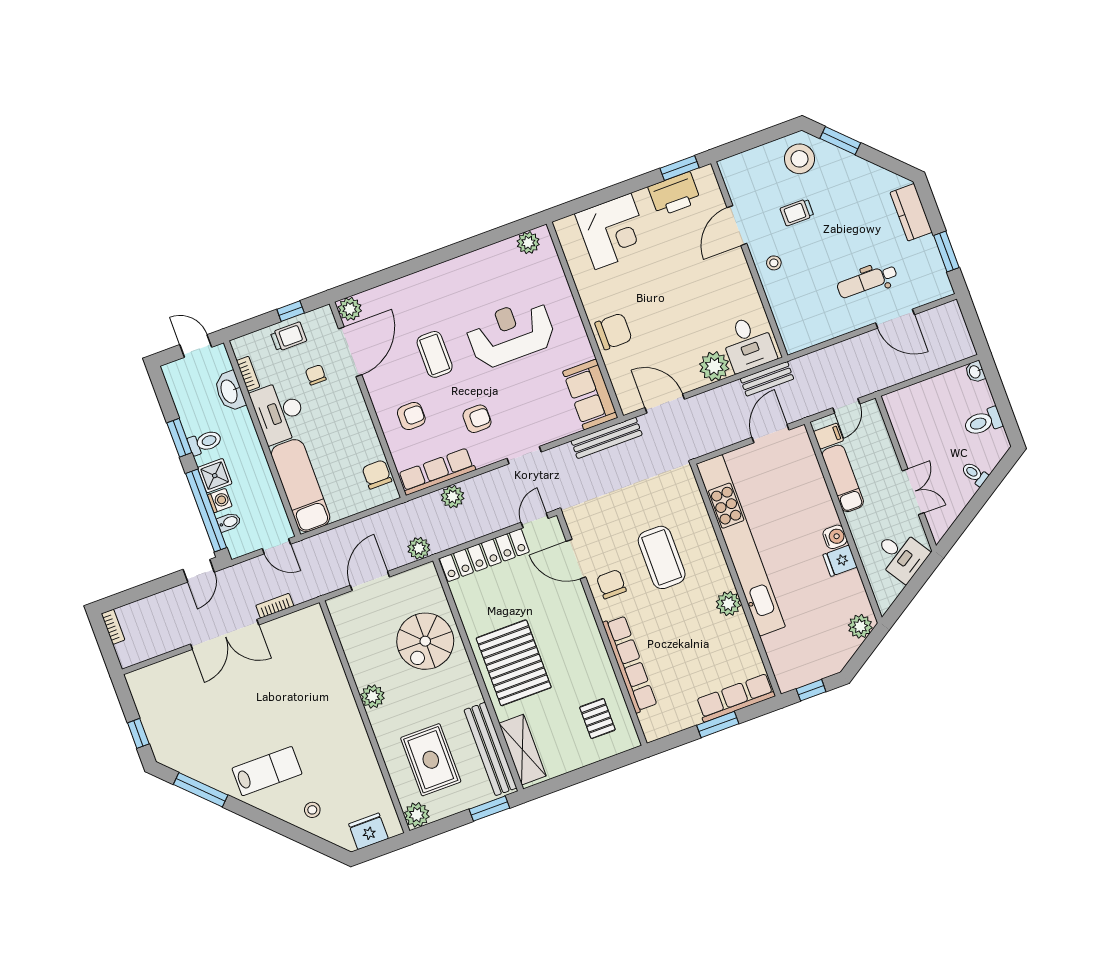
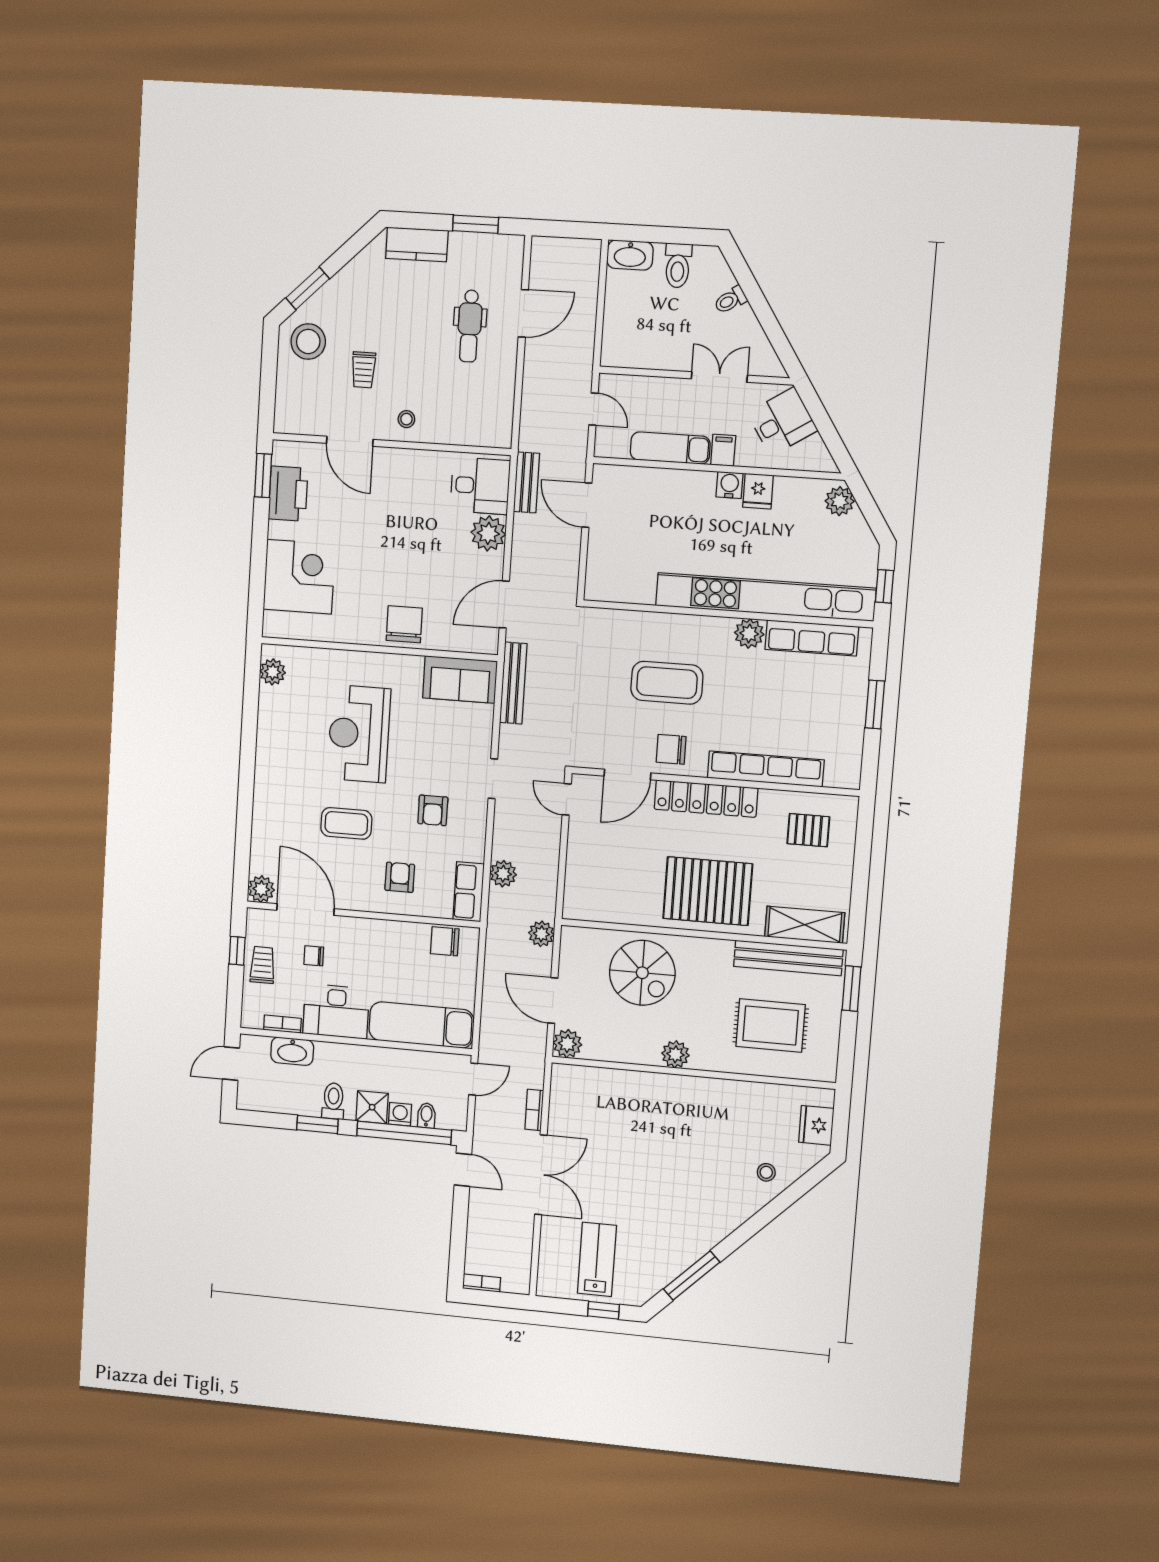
washbasin: (975, 372) -> (630, 255), width x1.91, depth x1.45
armchair: (477, 419) -> (433, 810), turned 180
filing cabinet: (828, 436) -> (723, 450), moved
row of seats: (437, 472) -> (469, 892), width x0.68
kitchen unit: (741, 545) -> (766, 597), moved
locker: (484, 555) -> (706, 799), moved, turned 90
row of seats: (736, 698) -> (812, 638), moved, turned -90
lab bench: (267, 771) -> (597, 1259), moved
plant: (417, 815) -> (567, 1044), moved

